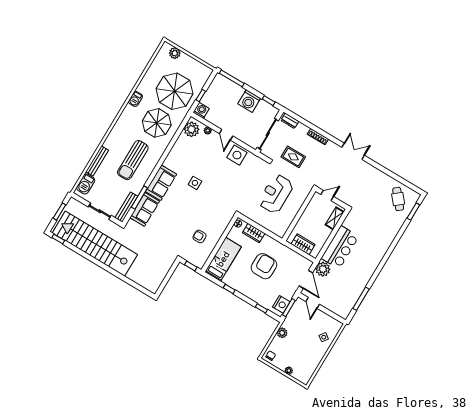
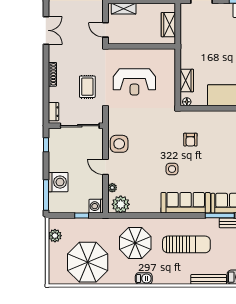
plant: (175, 53) -> (55, 236), moved
parasol: (175, 91) -> (88, 262), moved
barbecue: (135, 99) -> (144, 278), moved
washing machine: (249, 101) -> (58, 182), moved
door: (226, 135) -> (105, 167), swing flipped
double door: (353, 151) -> (46, 30), swing flipped
sofa: (161, 183) -> (186, 203), width x1.36
armchair: (200, 237) -> (190, 140), moved
armchair: (264, 266) -> (214, 51), removed

